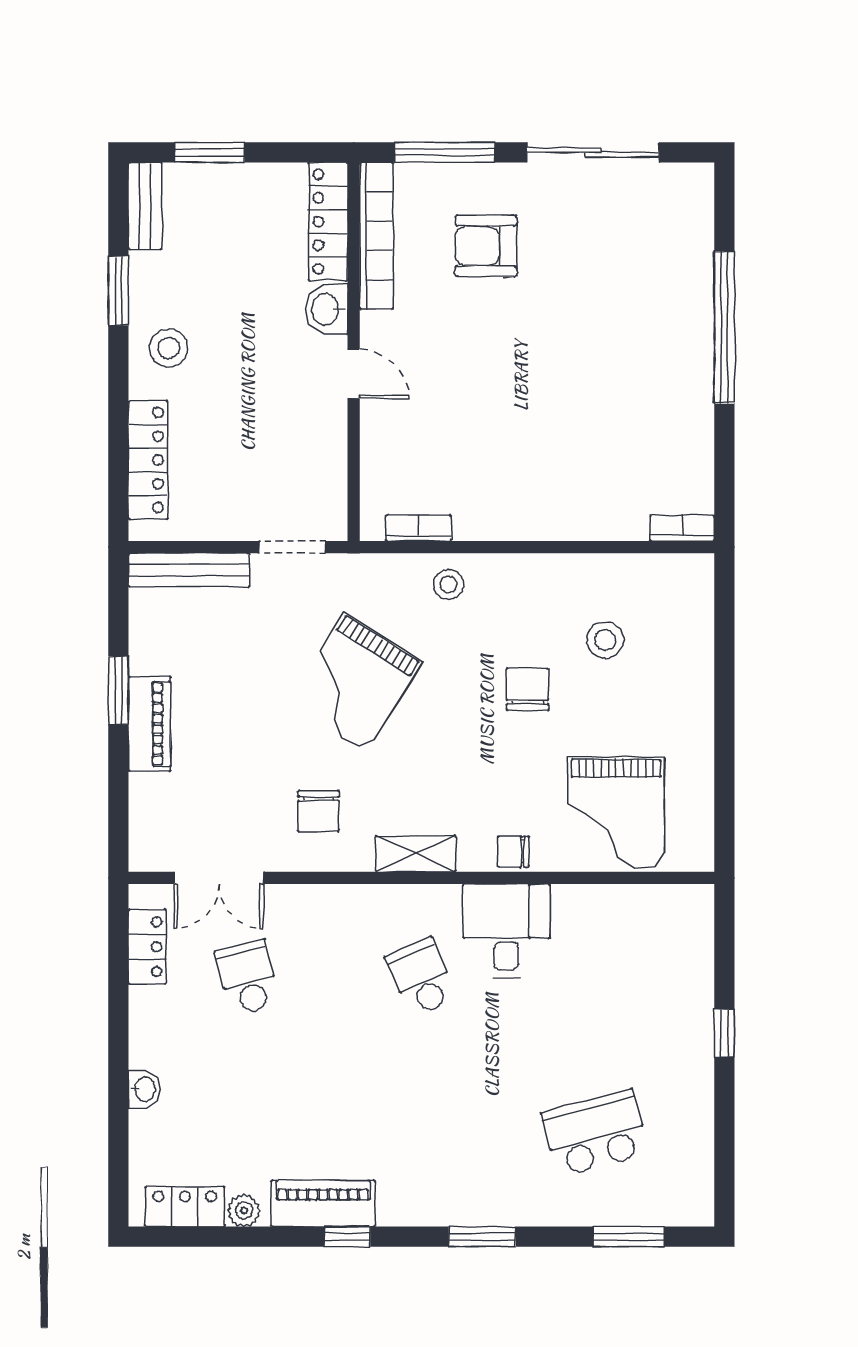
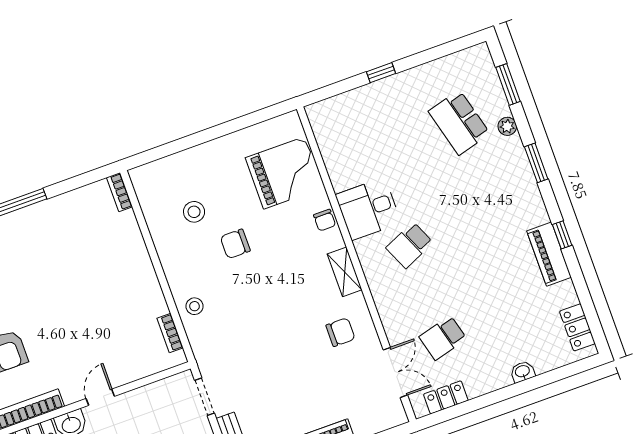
grand piano: (355, 682) -> (265, 337), removed
plant: (244, 1211) -> (507, 126), moved

